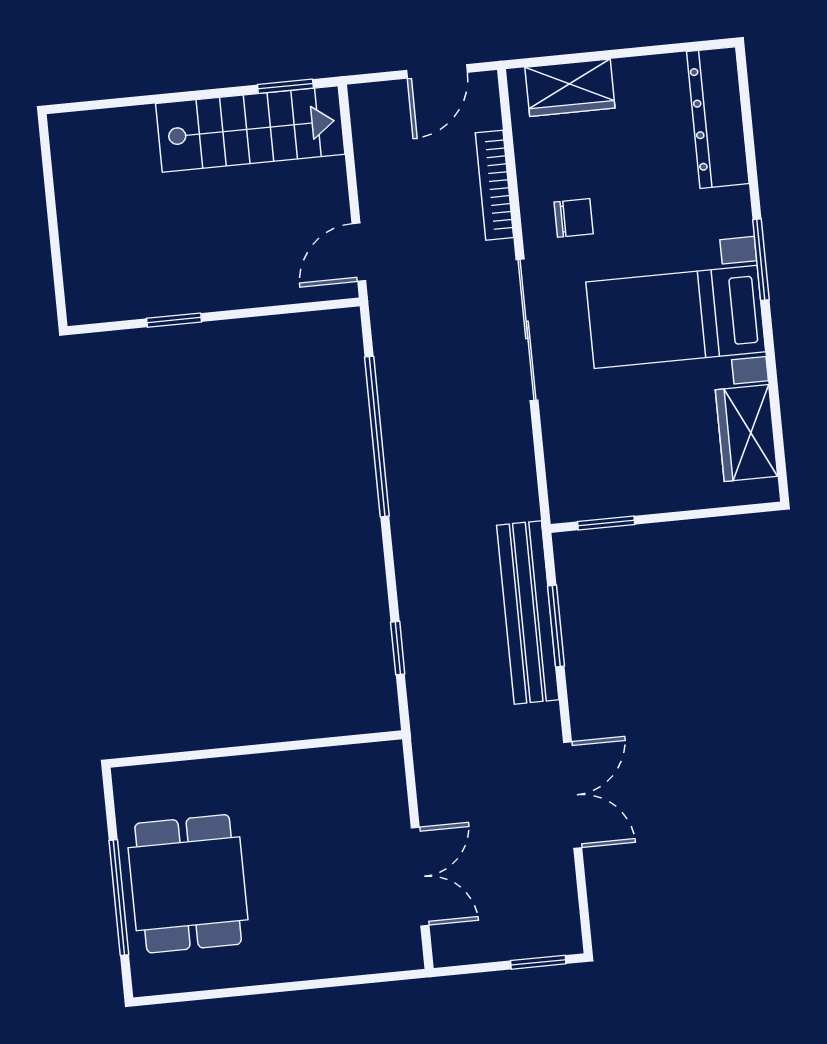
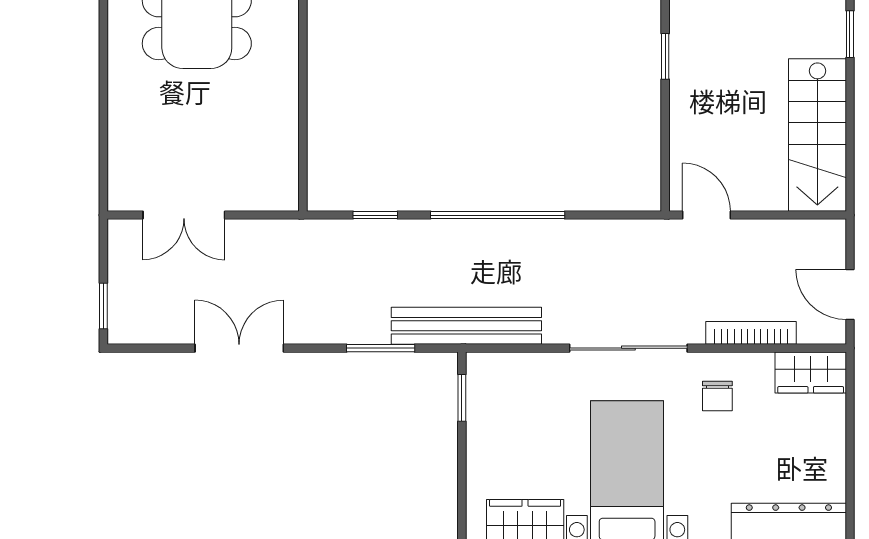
window: (285, 86) -> (850, 34), moved
wardrobe: (570, 88) -> (811, 372), moved, turned -90
window: (377, 437) -> (498, 215), moved
bench: (528, 612) -> (466, 326), moved
double door: (573, 795) -> (239, 348), swing flipped

